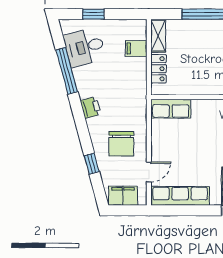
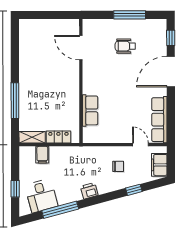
row of seats: (171, 109) -> (90, 110), moved
chair: (121, 144) -> (118, 166), width x0.54, depth x0.54

